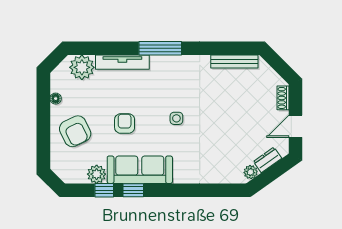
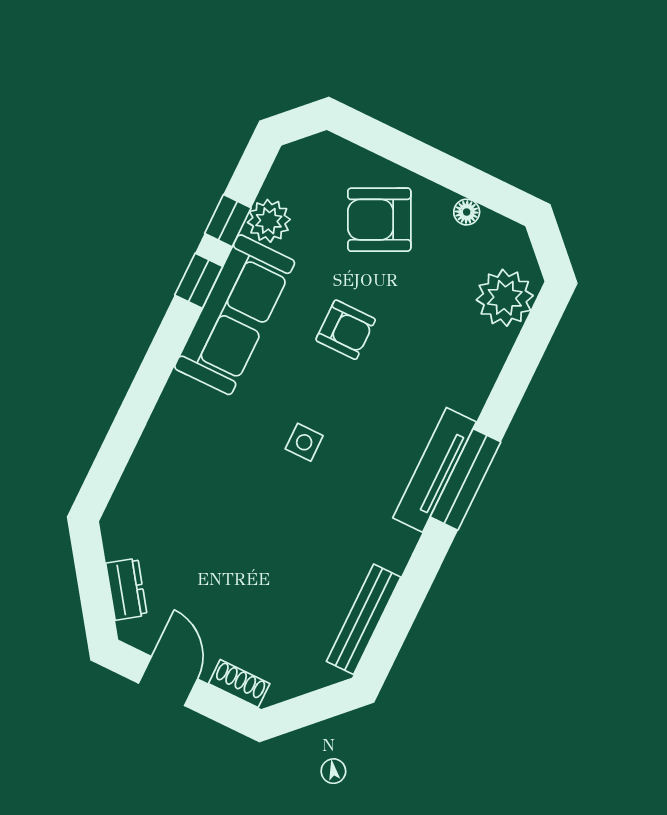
tv unit: (122, 62) -> (434, 470), moved
plant: (251, 172) -> (118, 542), removed

